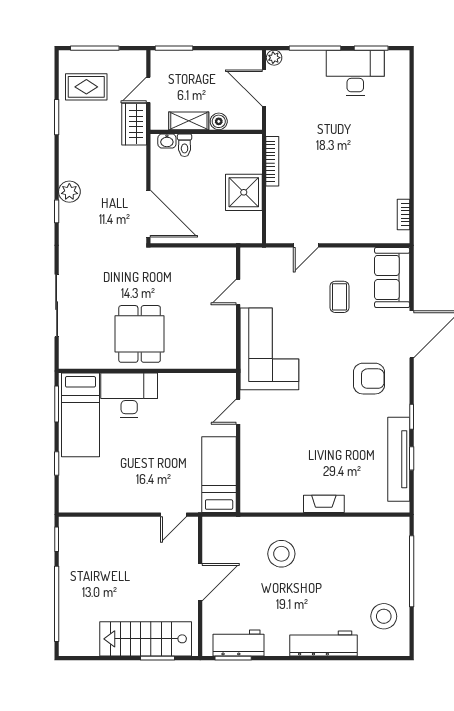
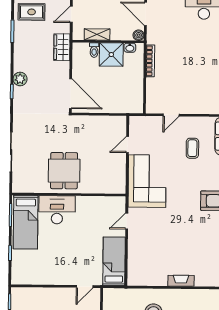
boiler: (219, 121) -> (139, 35), moved
wardrobe: (134, 124) -> (62, 47), moved
washbasin: (167, 141) -> (130, 48), moved
shower: (244, 192) -> (111, 55), moved

